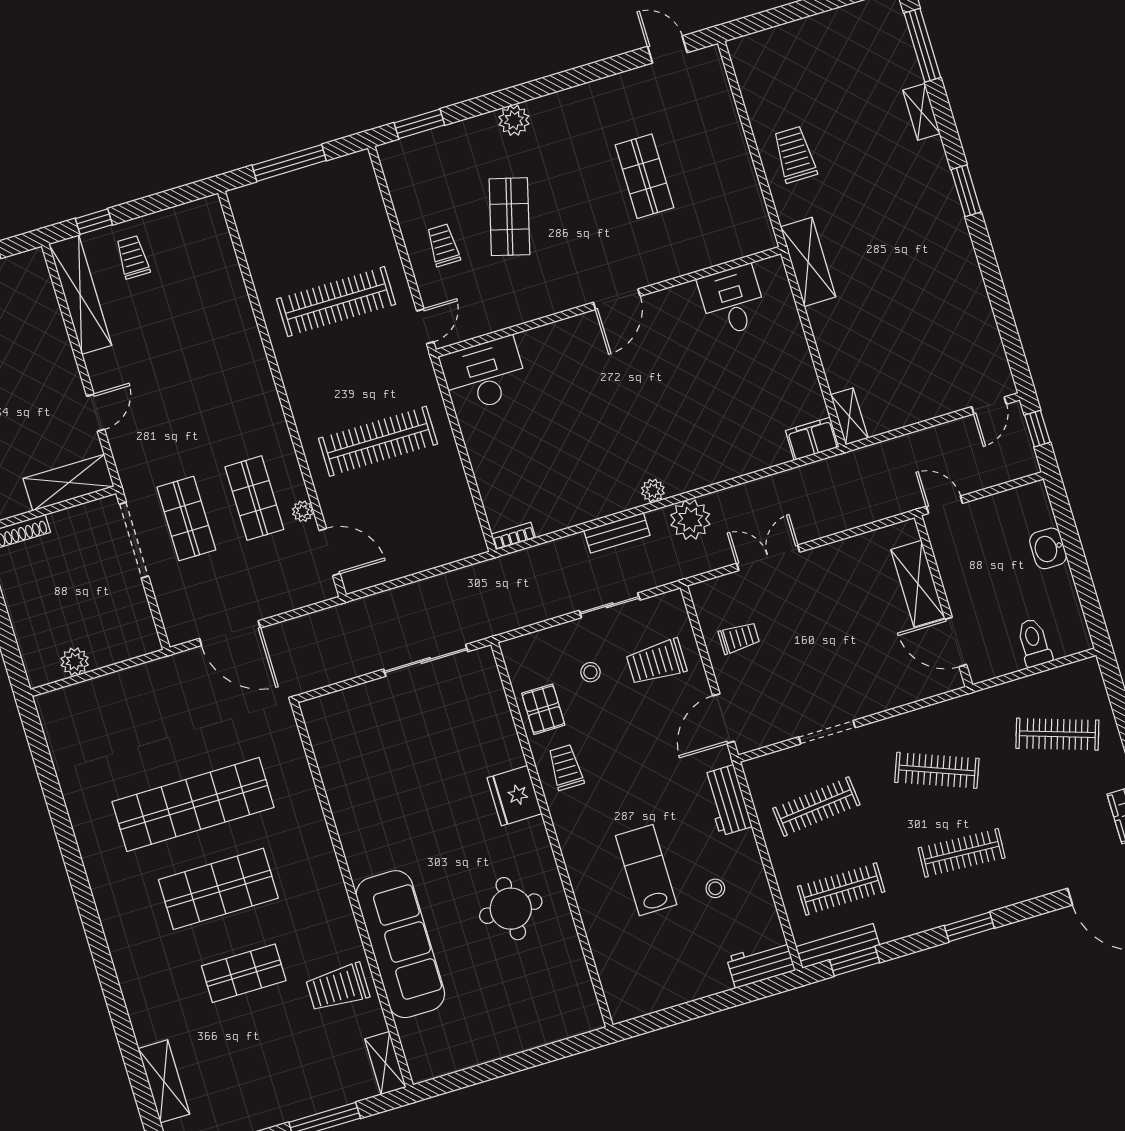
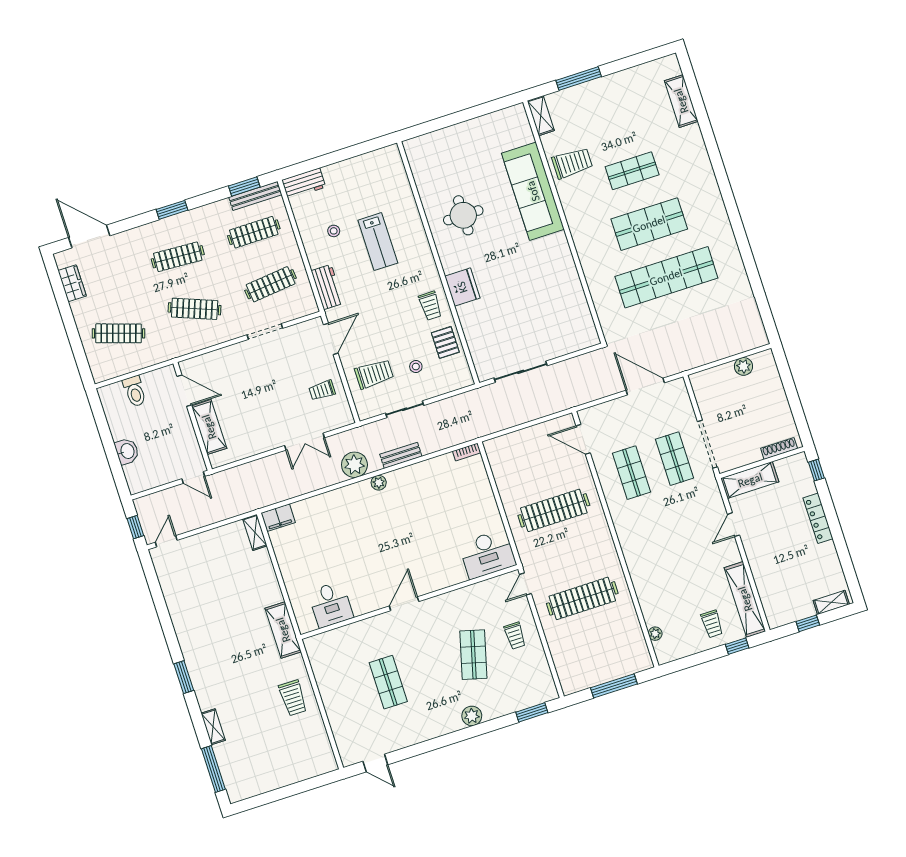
plant: (303, 511) -> (655, 634), moved

